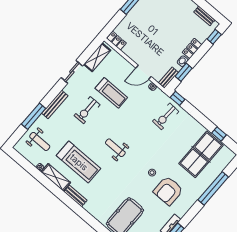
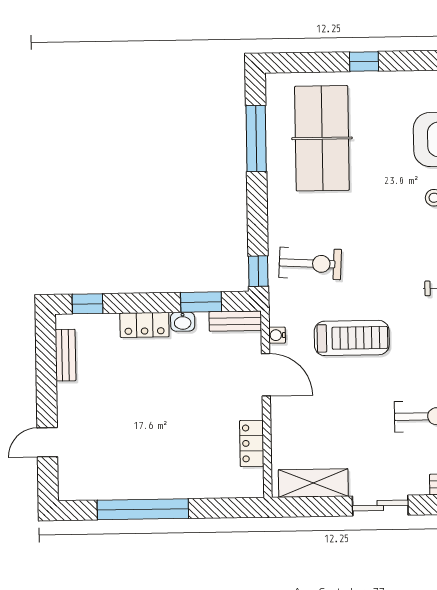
locker: (116, 41) -> (252, 443), moved
treadmill: (111, 93) -> (352, 338), moved, turned 90
window: (219, 134) -> (256, 139), width x2.17
table tennis table: (201, 154) -> (322, 138), turned 90
window: (213, 188) -> (364, 62), width x0.32

